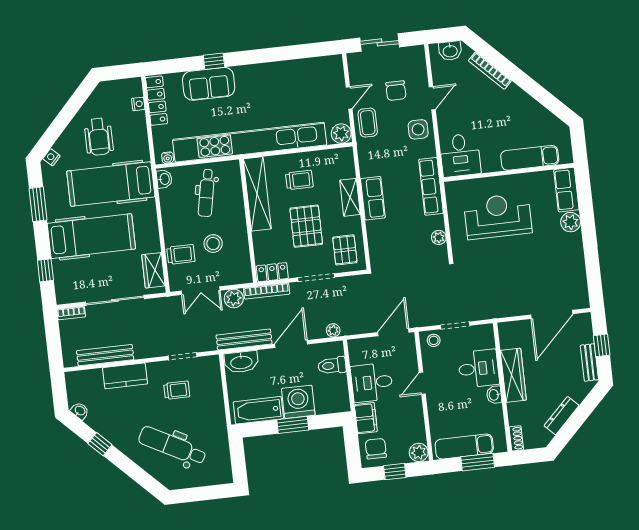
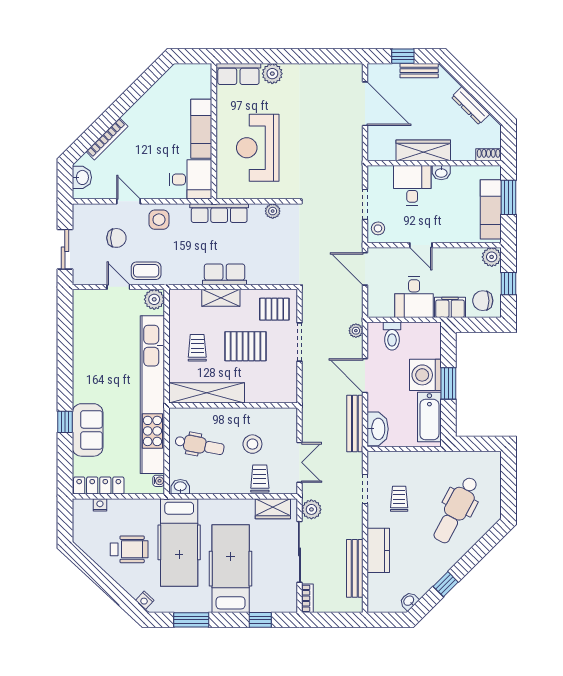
exam couch: (530, 158) -> (201, 129), moved
locker: (272, 272) -> (289, 386), removed
bookcase: (267, 291) -> (308, 395), removed
plant: (234, 298) -> (311, 509), moved

